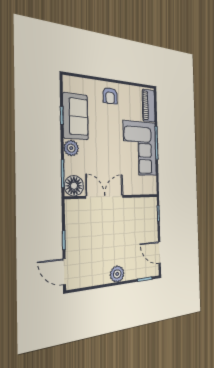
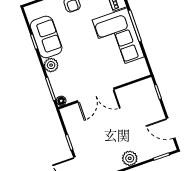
floor lamp: (74, 186) -> (61, 101), width x0.53, depth x0.53
double door: (105, 197) -> (96, 95), swing flipped

